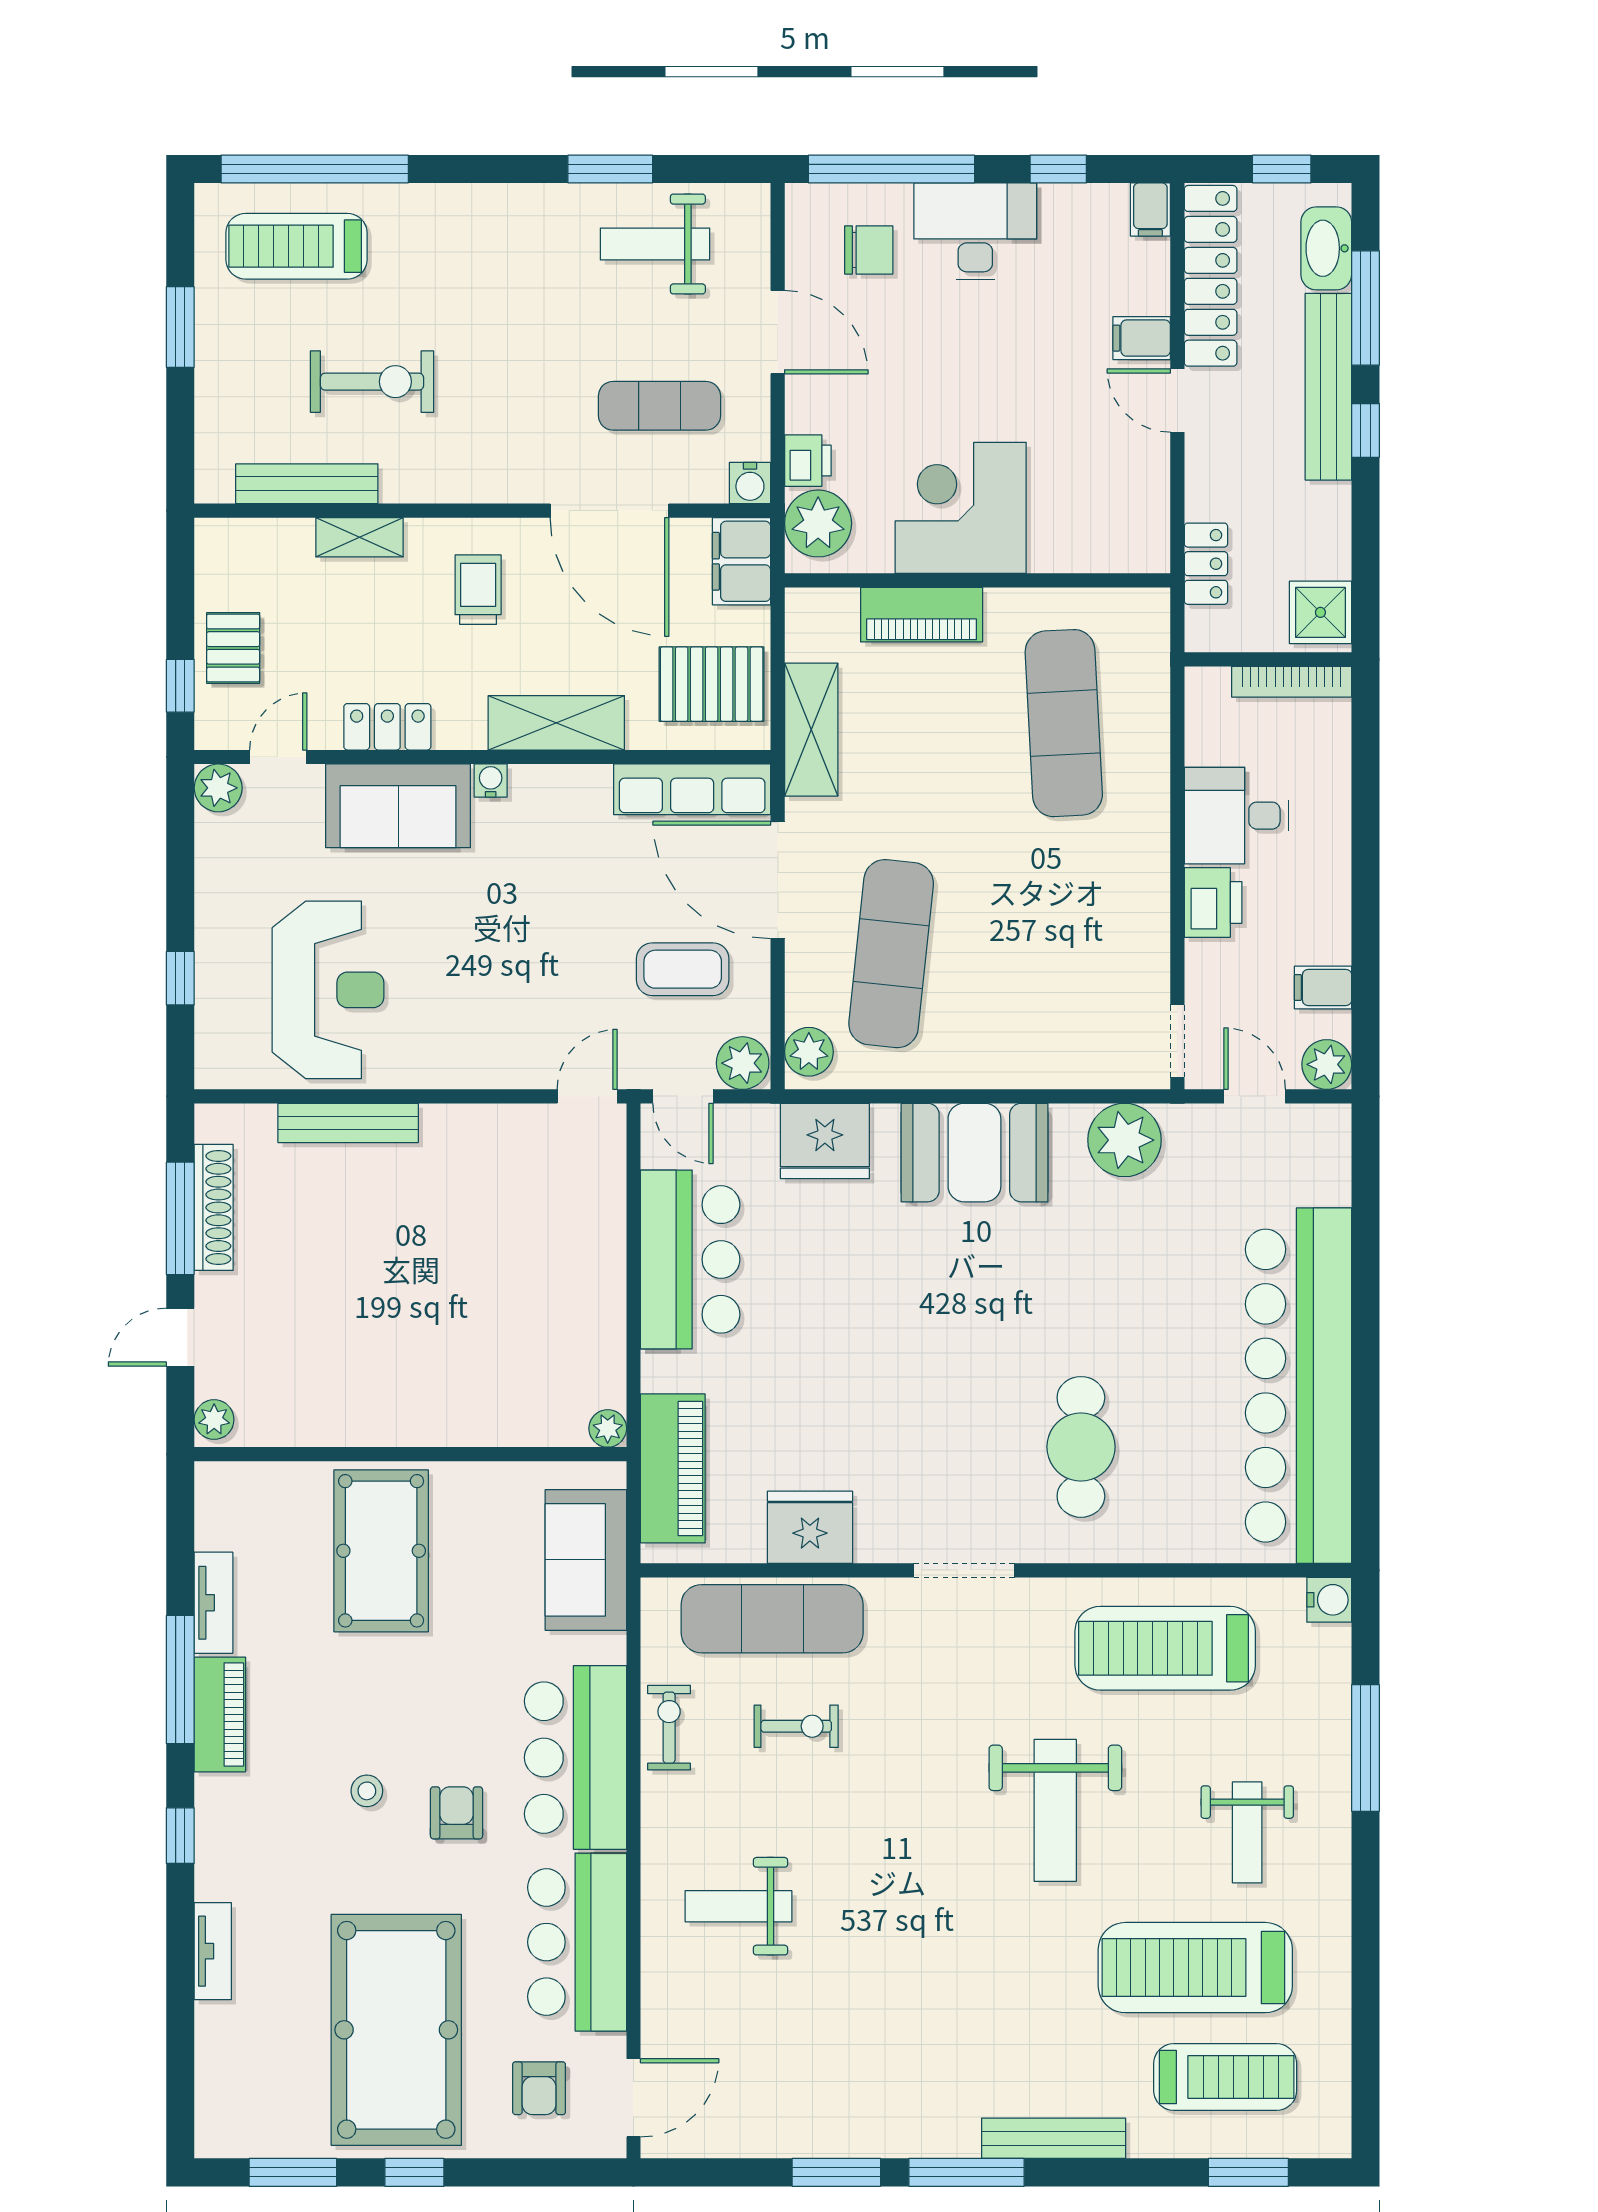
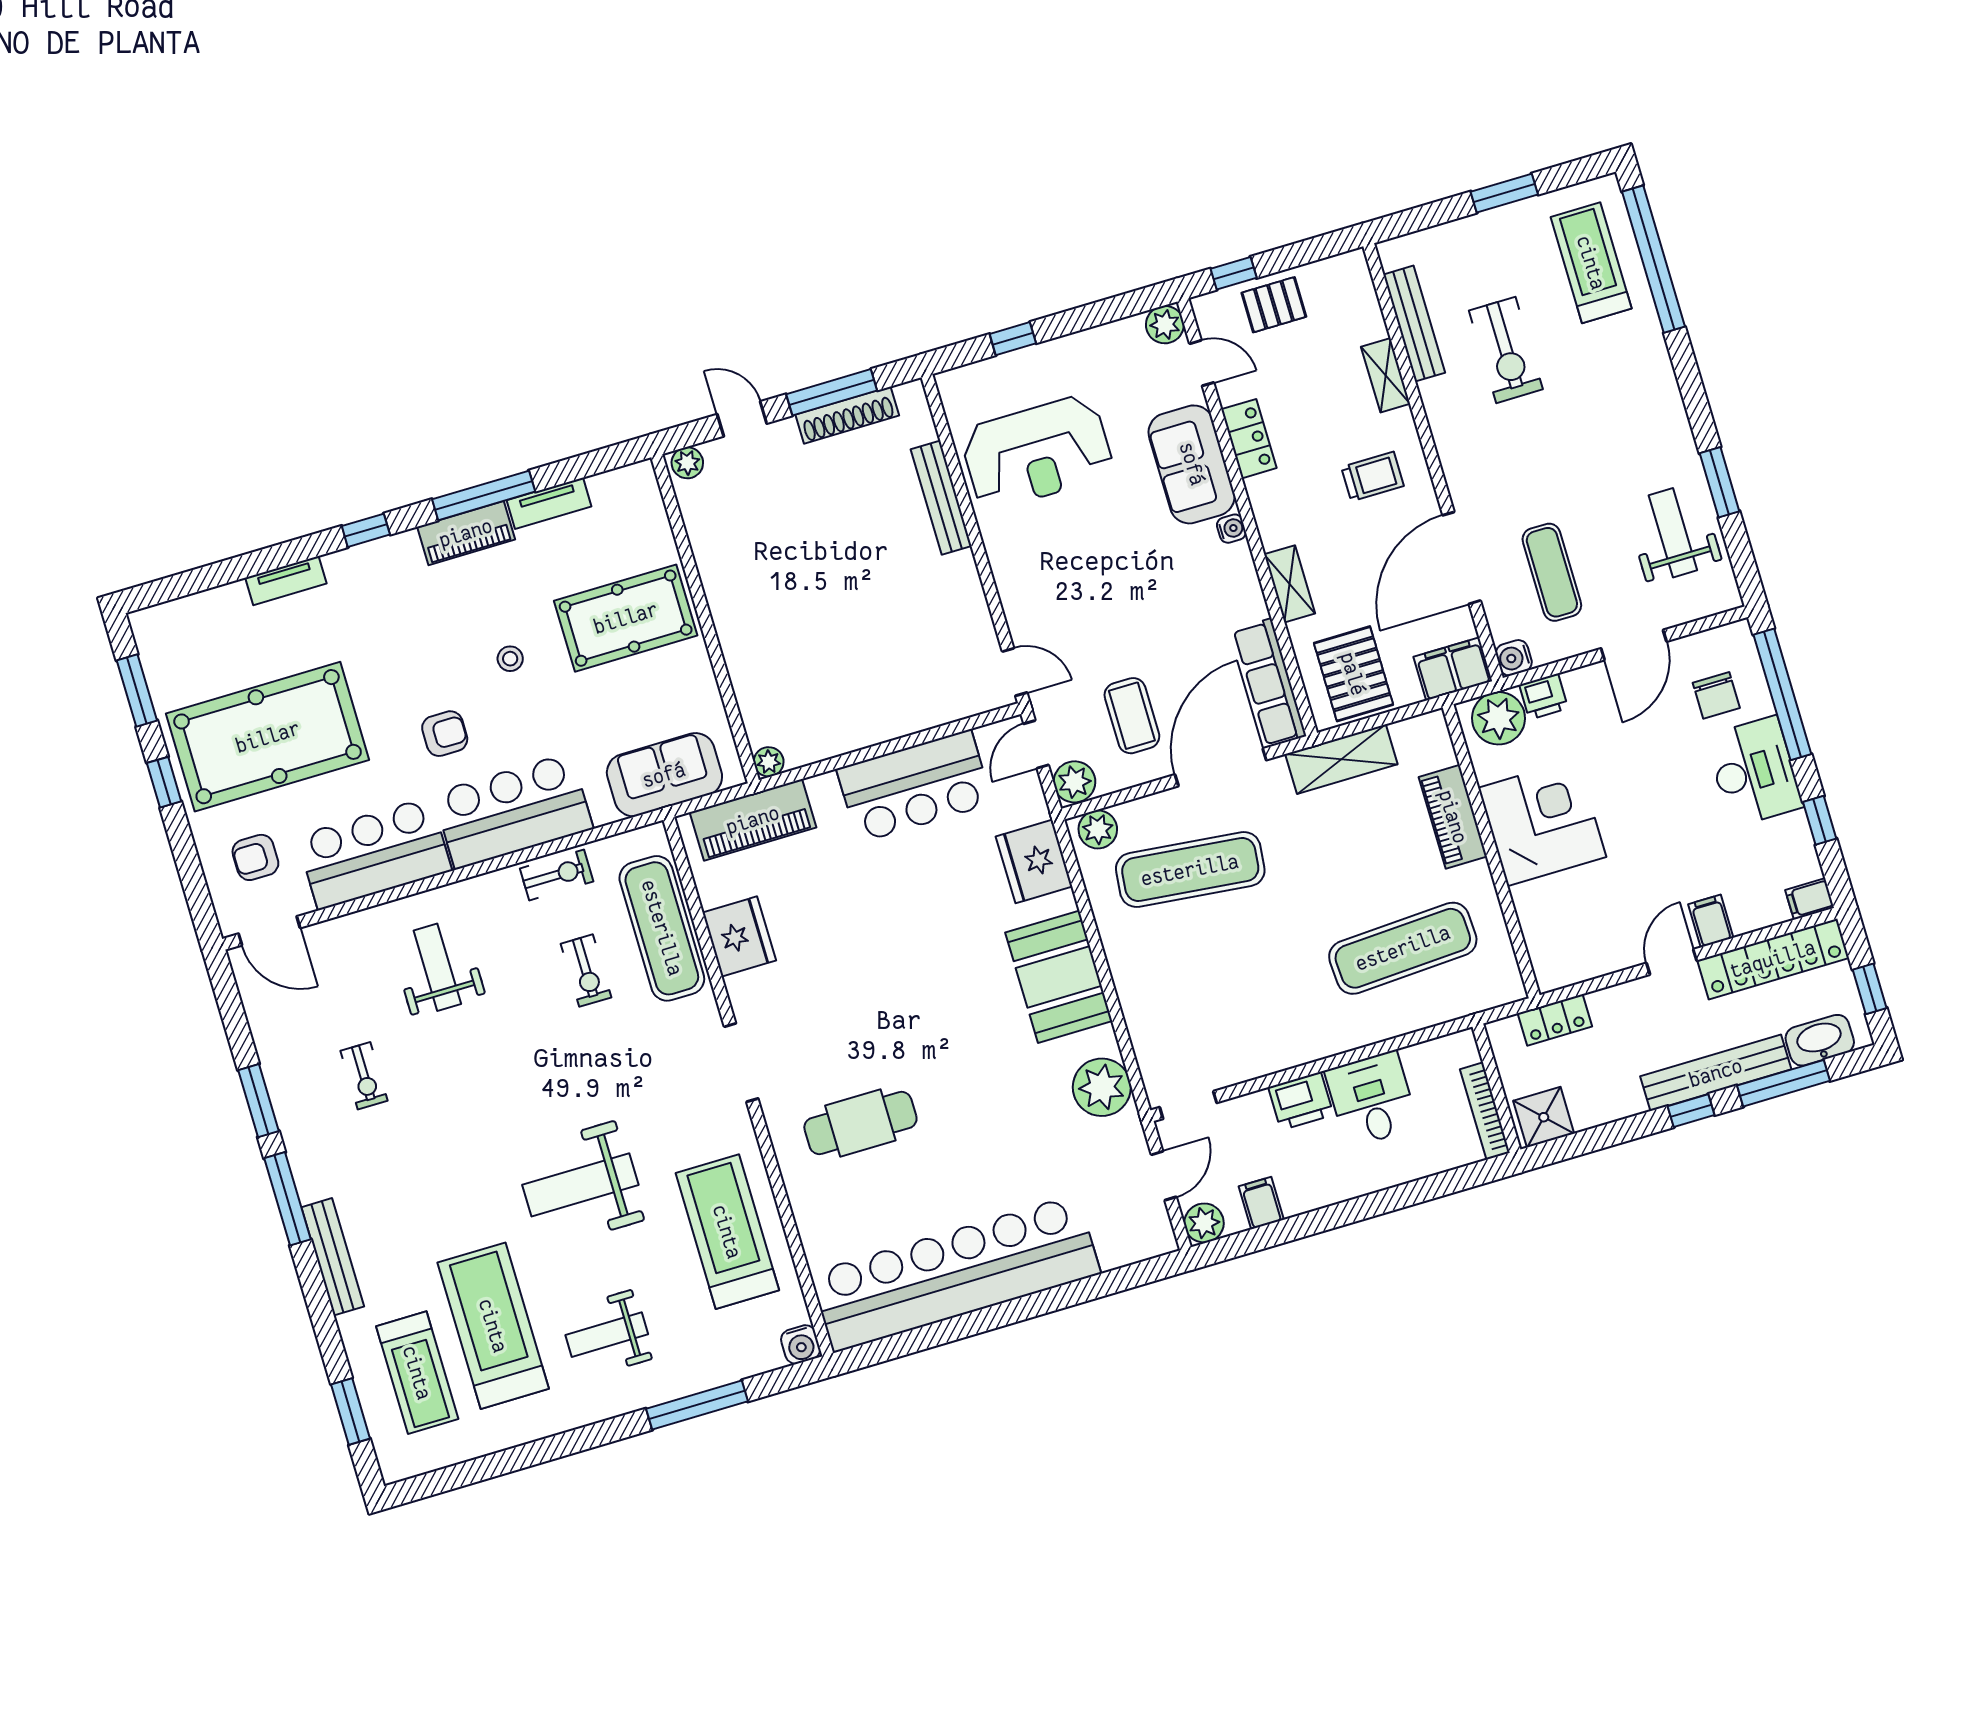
shelving: (556, 723) -> (1290, 584), width x0.67, depth x0.75
stool: (367, 1791) -> (510, 659), moved
exercise bike: (844, 2035) -> (364, 1076), added

